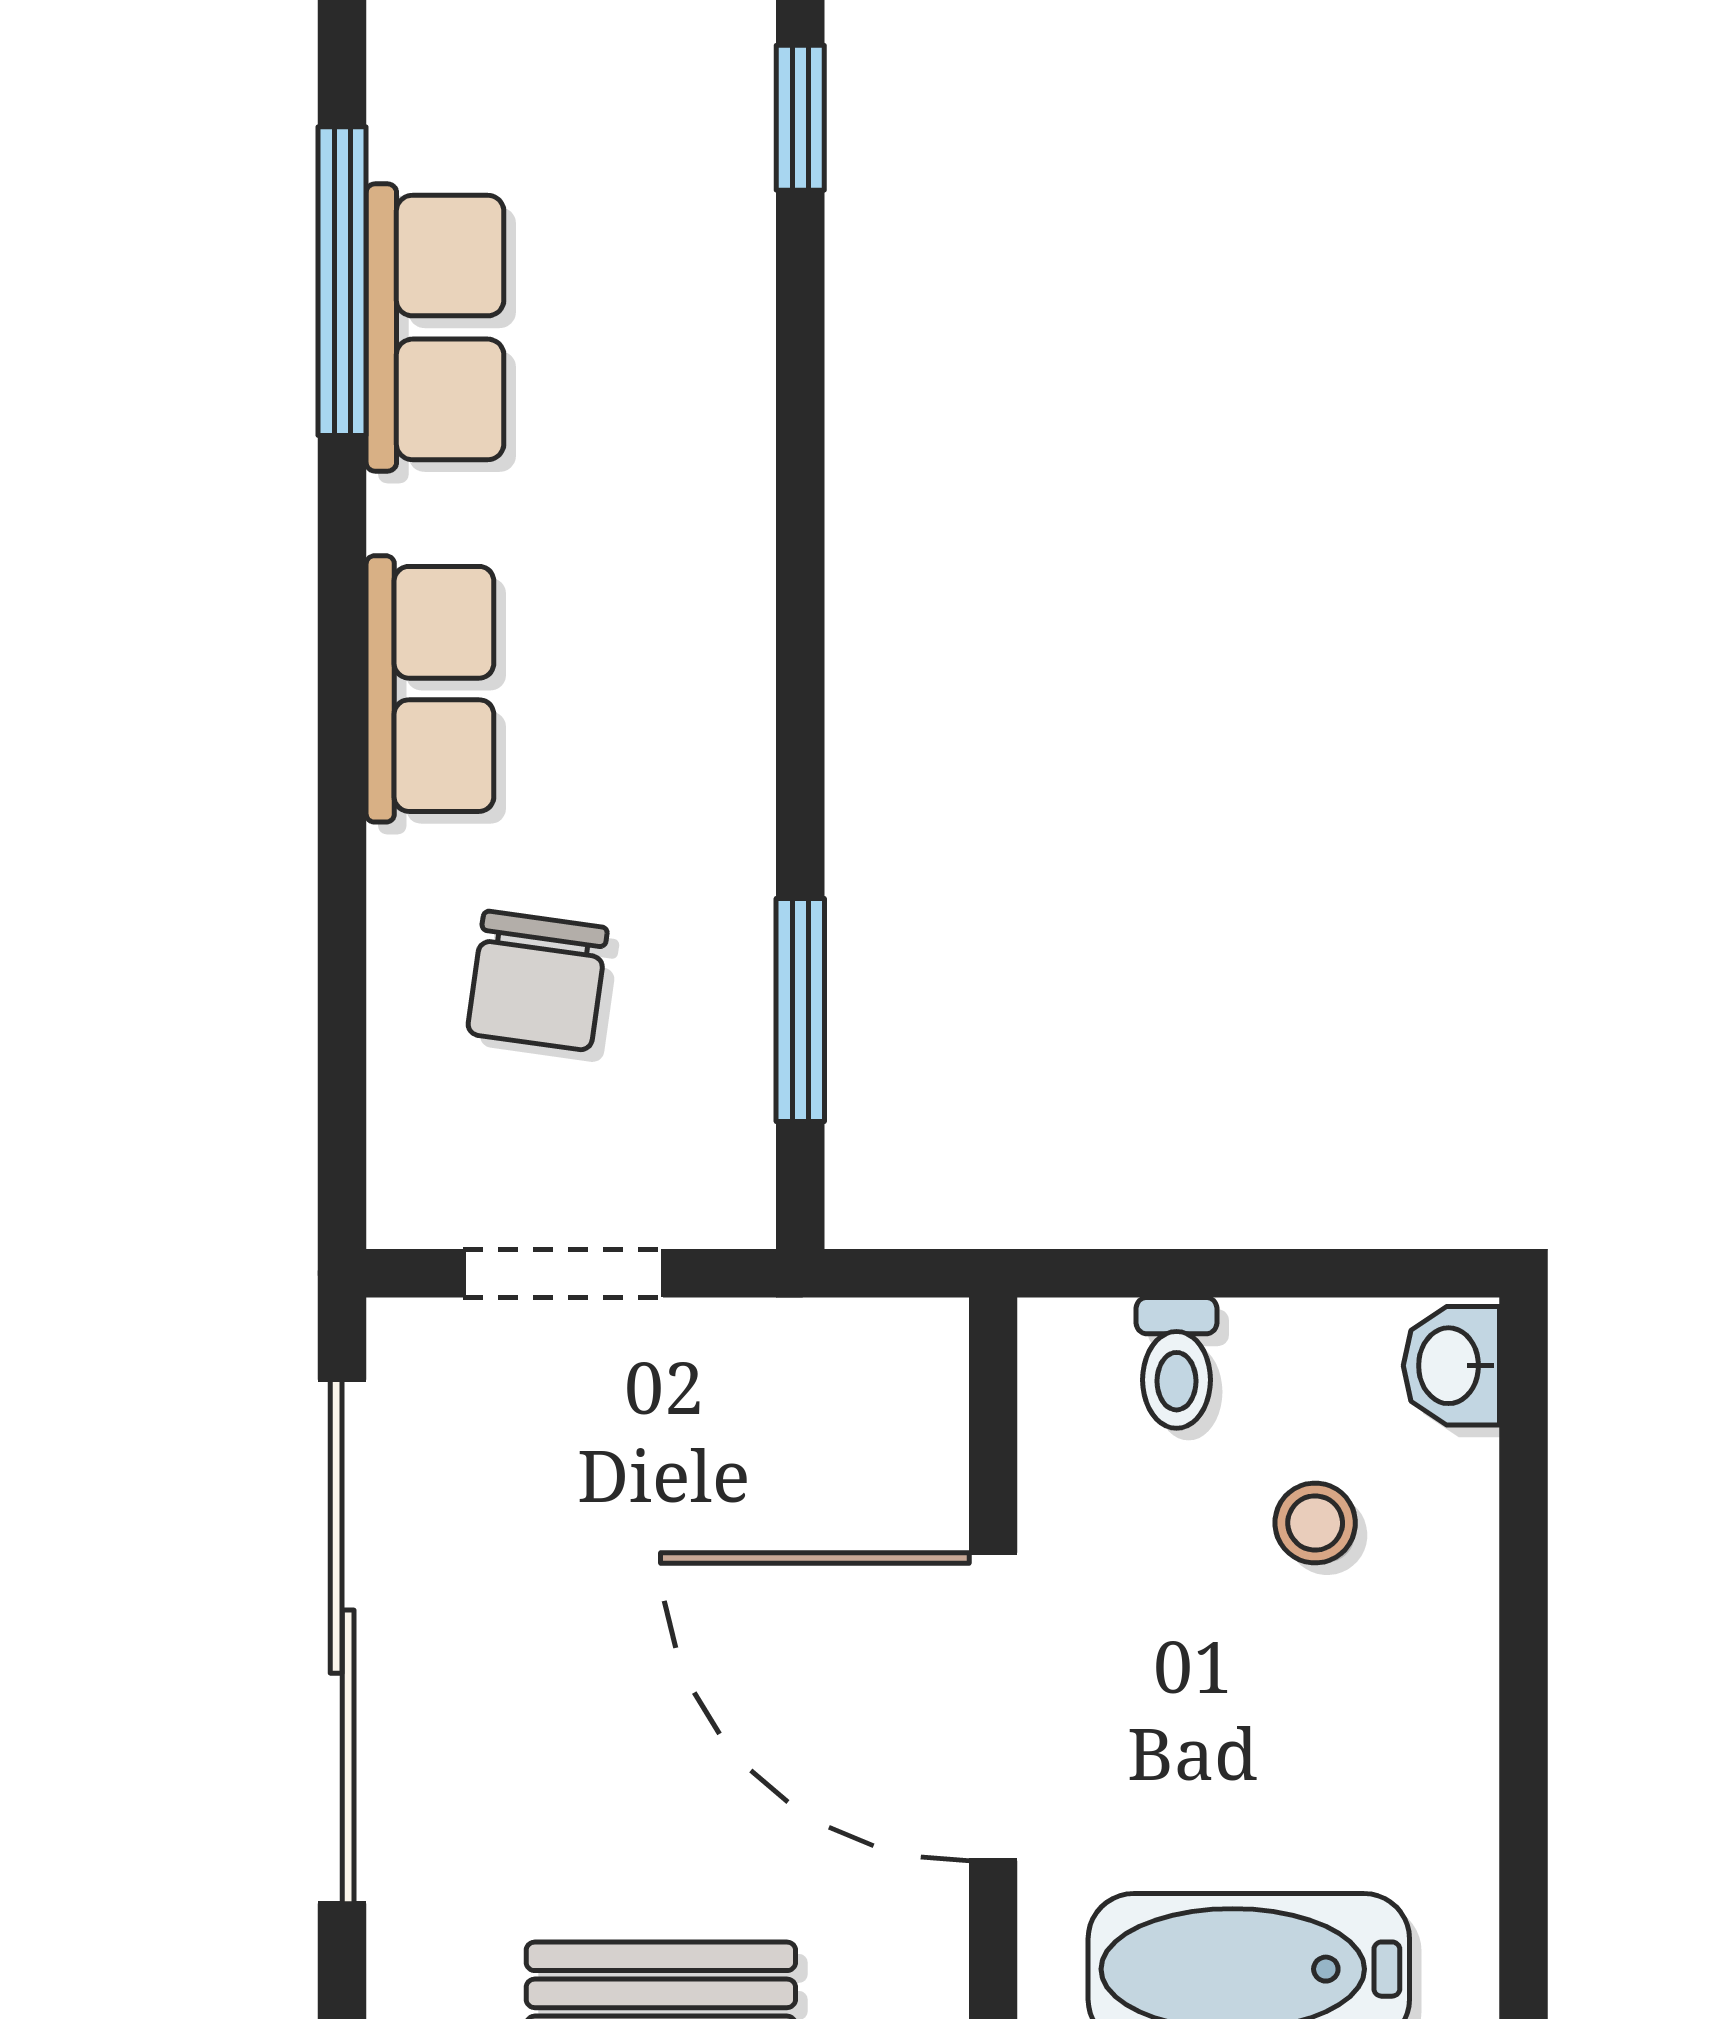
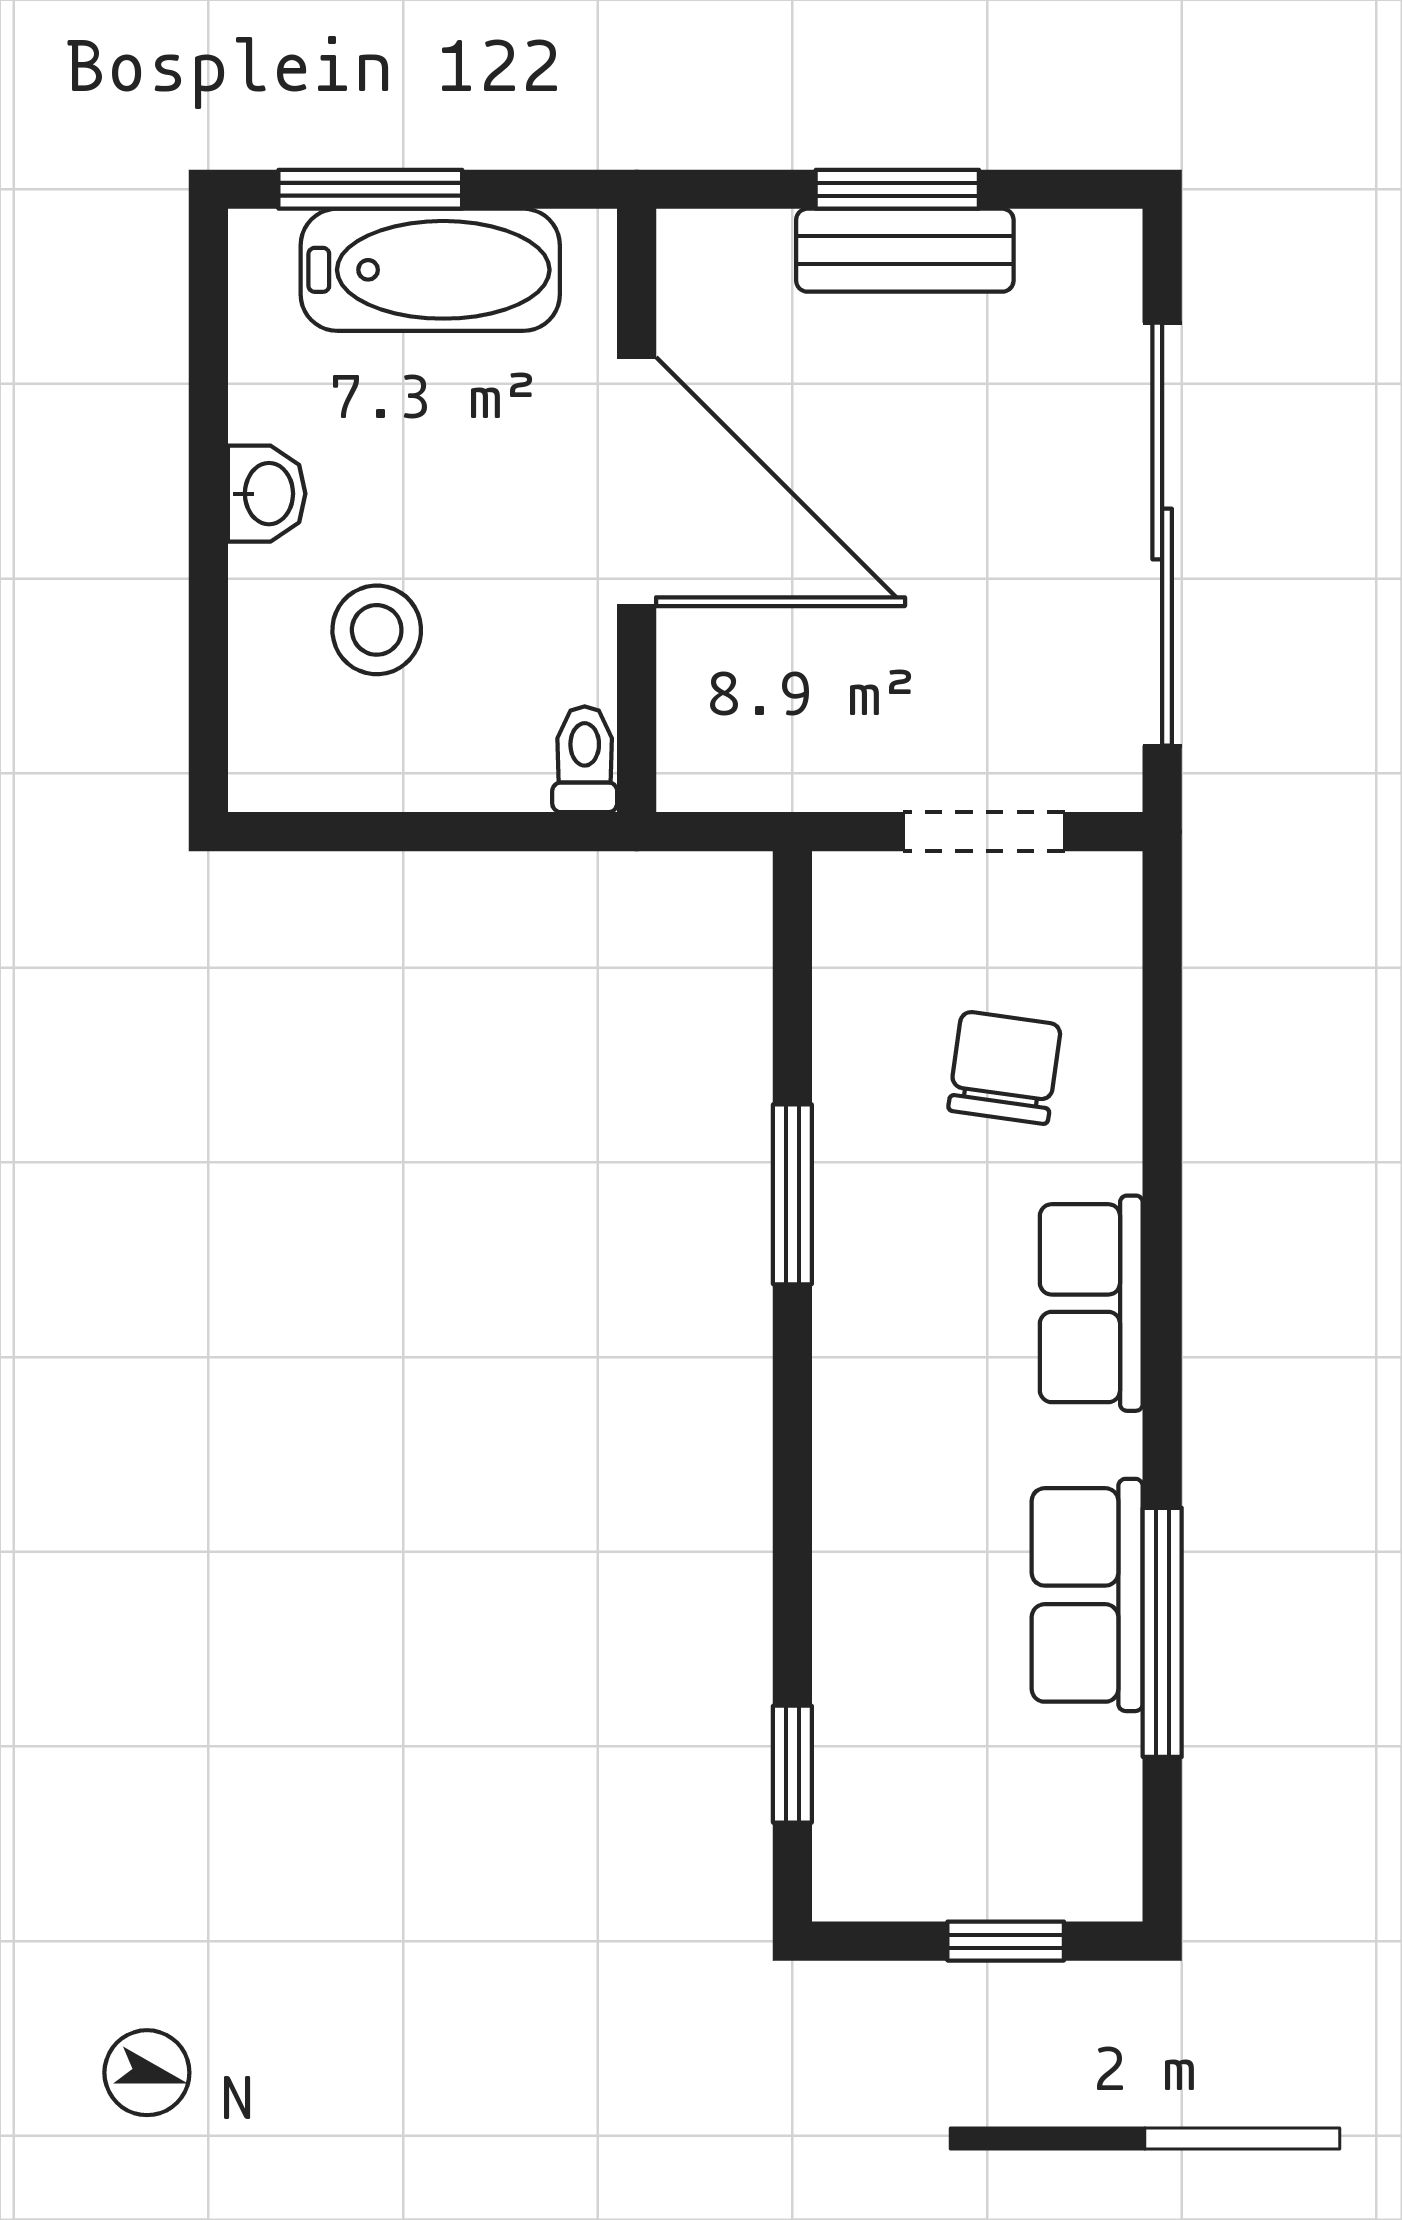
window: (800, 1010) -> (792, 1194), moved
toilet: (1177, 1363) -> (585, 759), moved
washbasin: (1451, 1366) -> (267, 494), moved
stool: (1315, 1523) -> (377, 630), width x1.37, depth x1.37

